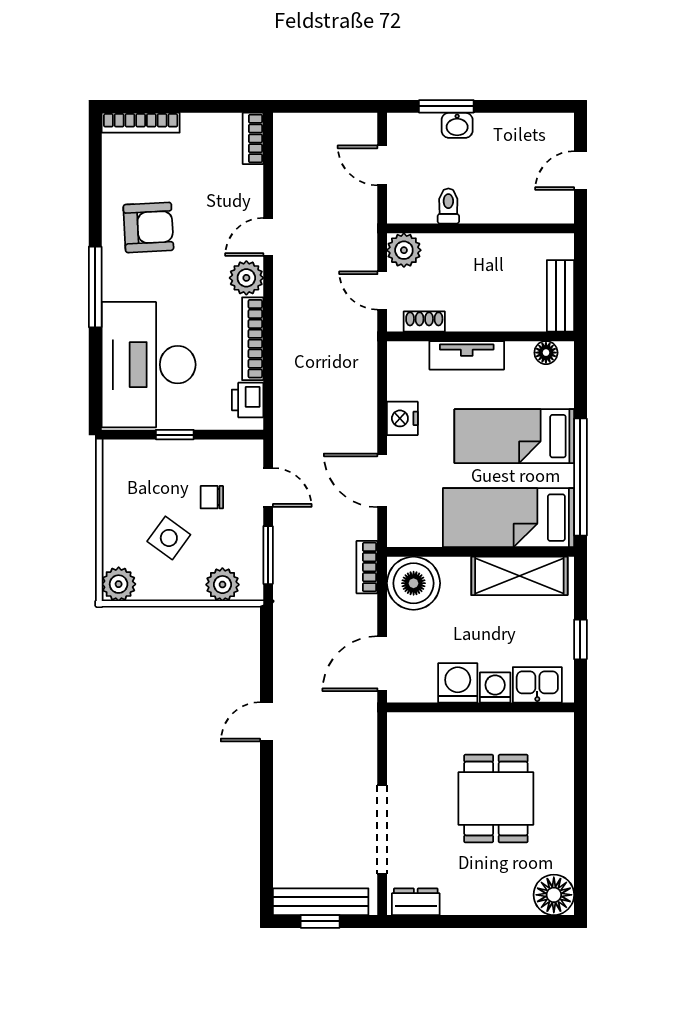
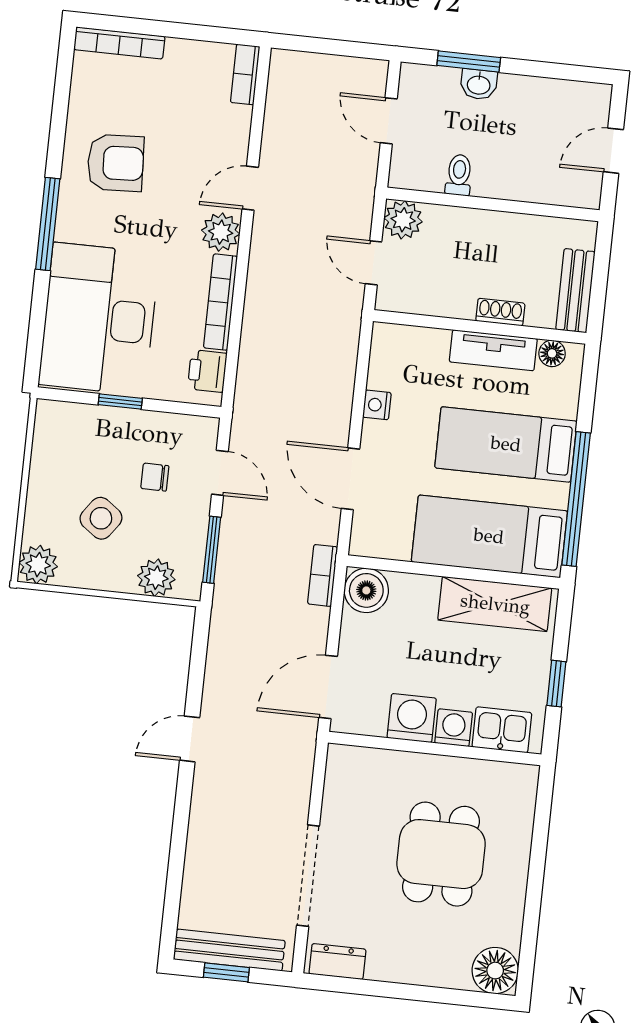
shoe rack: (424, 321) -> (500, 312), moved
tv unit: (467, 355) -> (493, 350), moved
nightstand: (402, 418) -> (377, 405), width x0.72, depth x0.74
boiler: (414, 583) -> (366, 590), width x0.73, depth x0.73

